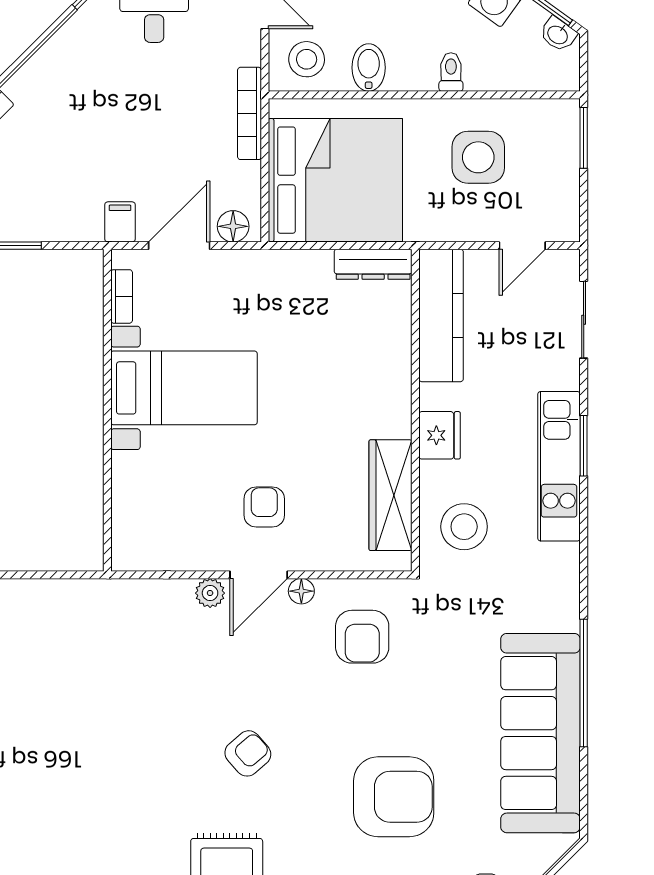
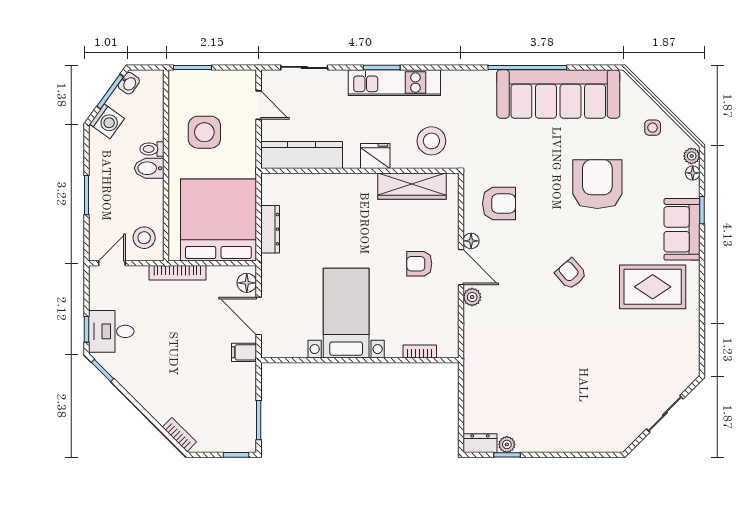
bidet: (369, 68) -> (149, 168), moved
dresser: (373, 264) -> (270, 229), moved
bookcase: (122, 296) -> (420, 351), moved

